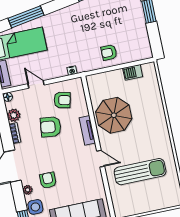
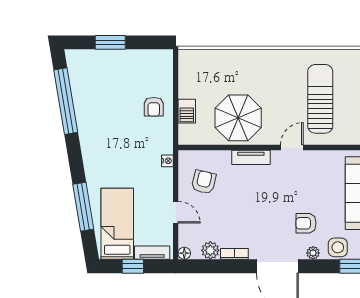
barbecue: (133, 72) -> (187, 111), moved
door: (36, 84) -> (176, 212), swing flipped
armchair: (51, 127) -> (236, 205), removed

